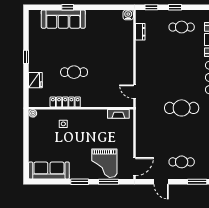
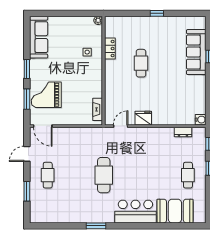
fridge: (35, 80) -> (143, 118), moved, turned 180
locker: (65, 102) -> (110, 49), width x0.66

